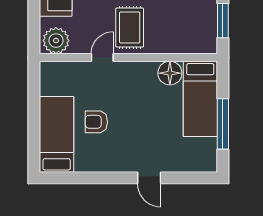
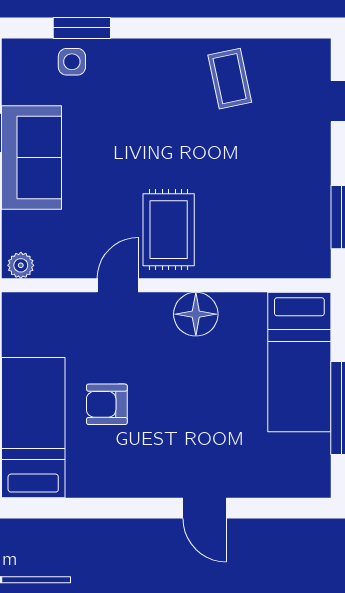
plant: (56, 41) -> (21, 265), width x0.53, depth x0.53
floor lamp: (170, 73) -> (196, 314), moved

